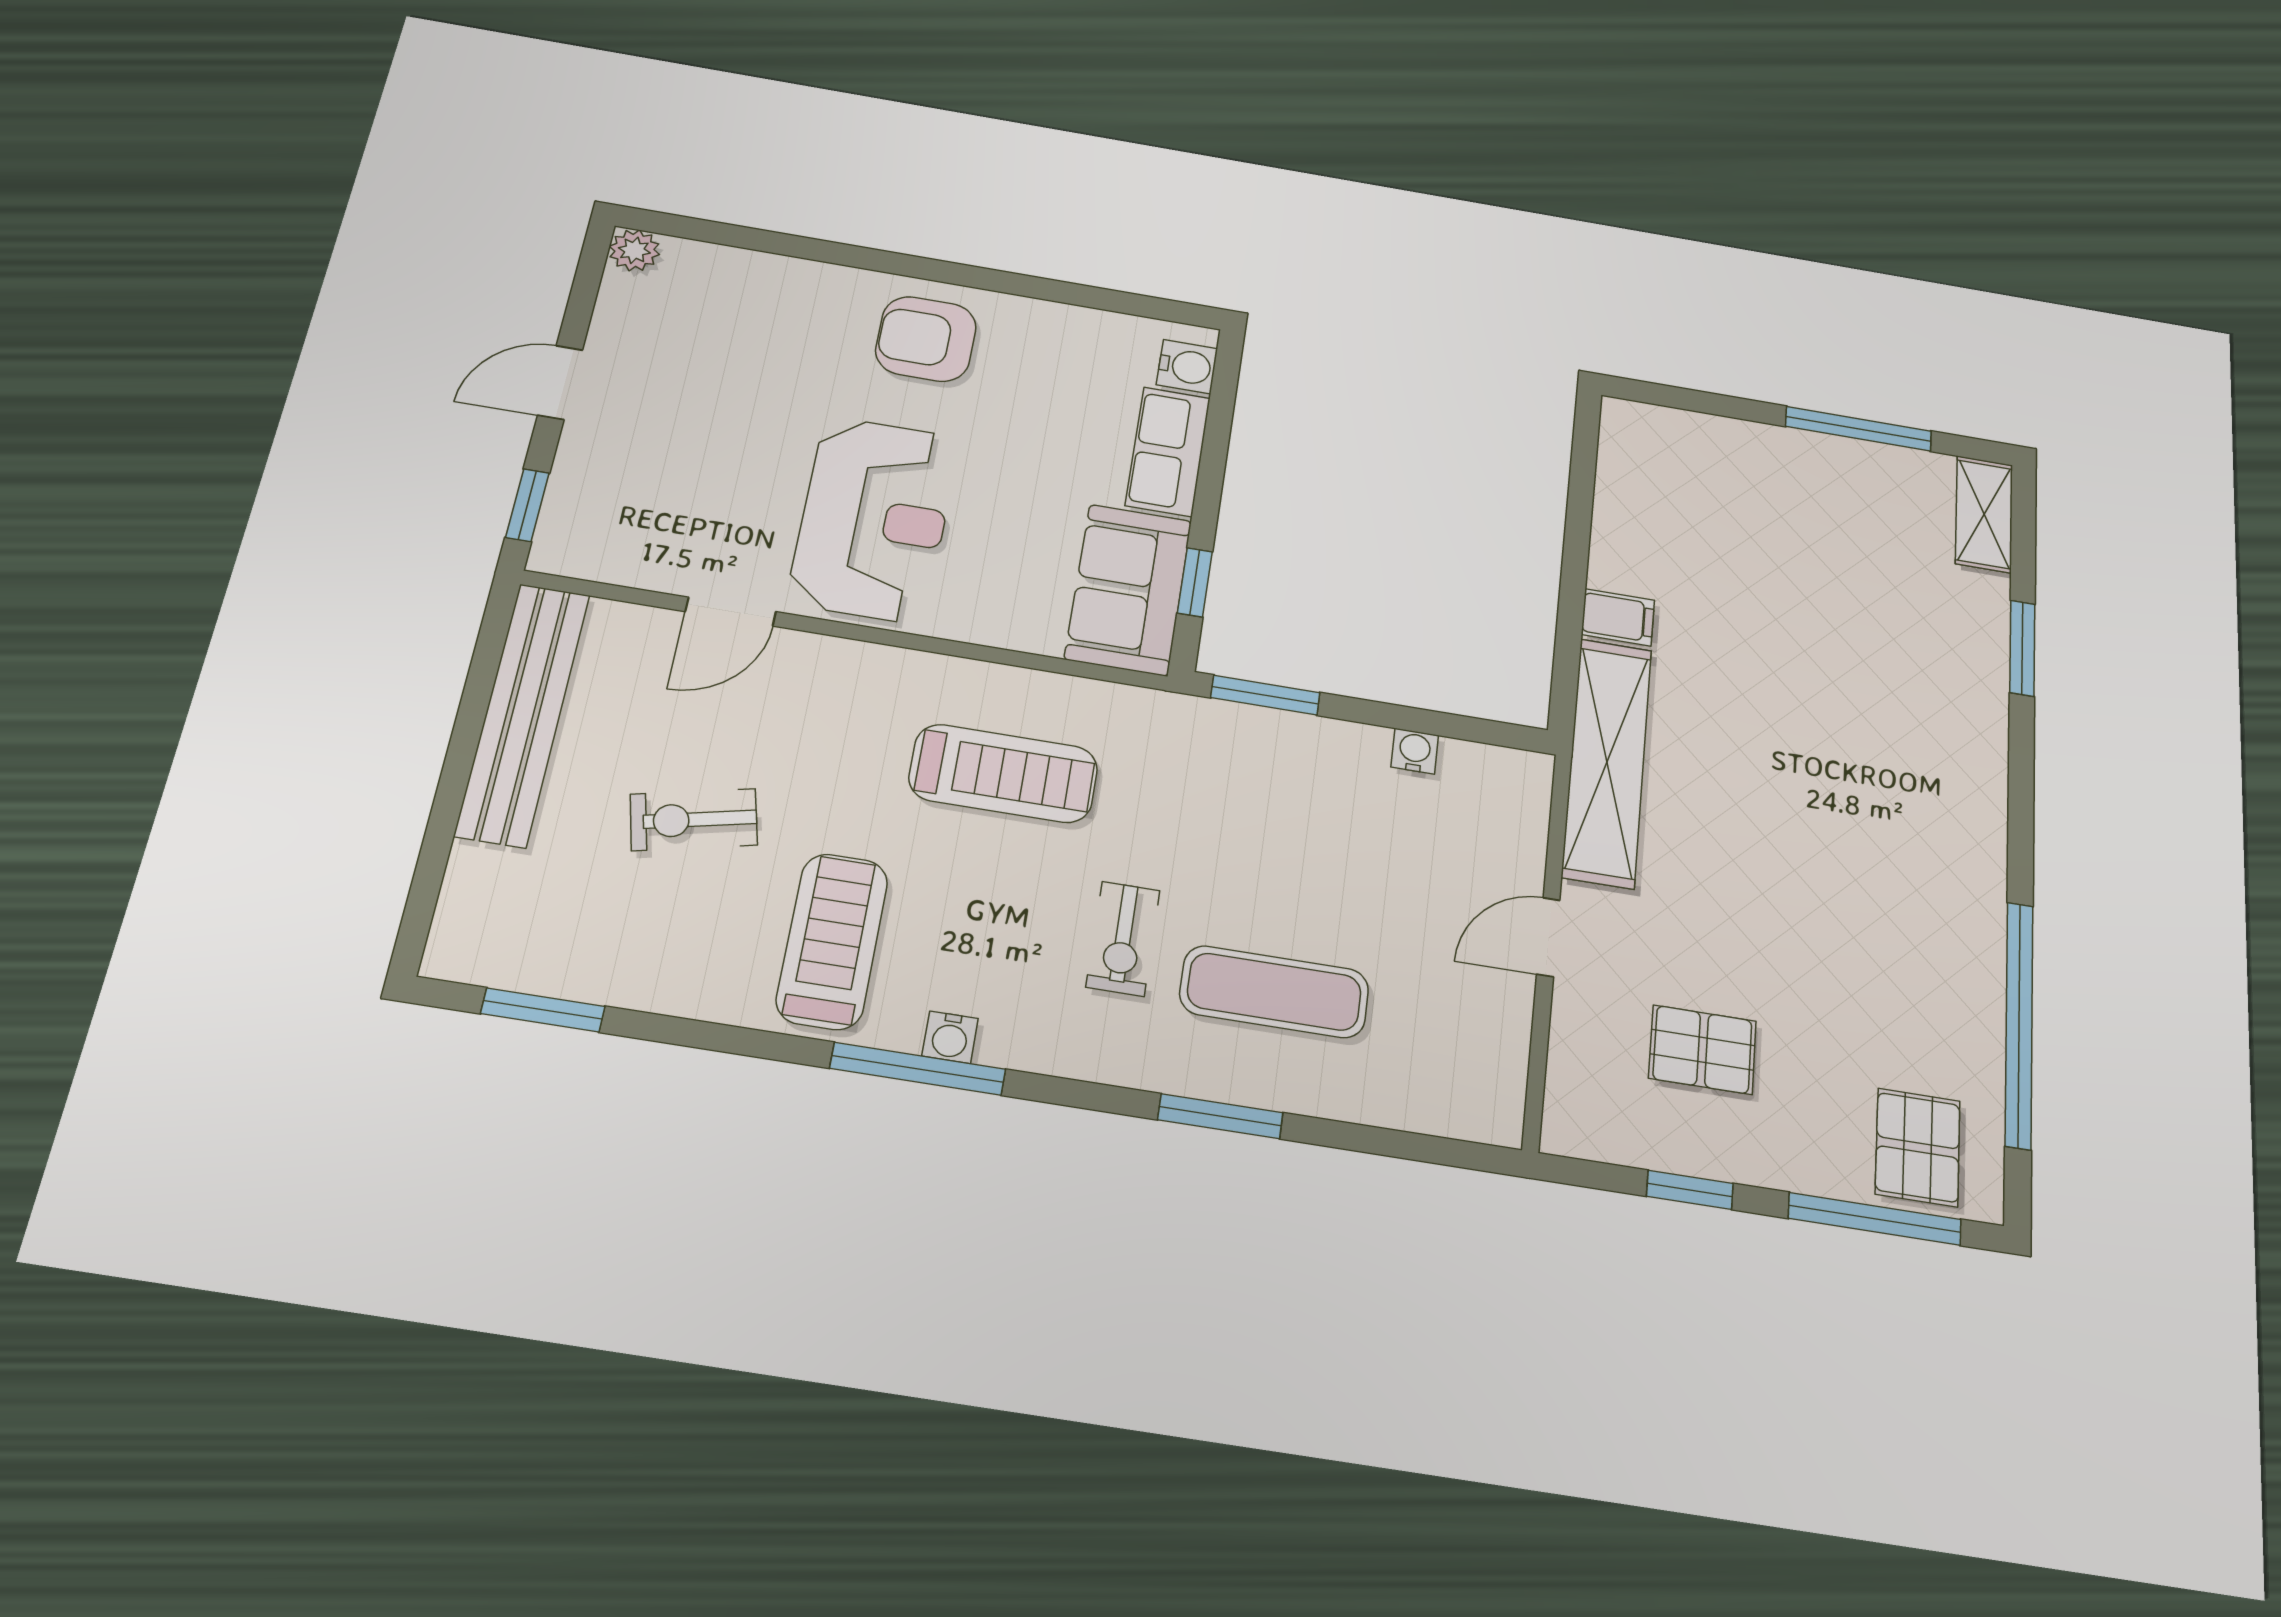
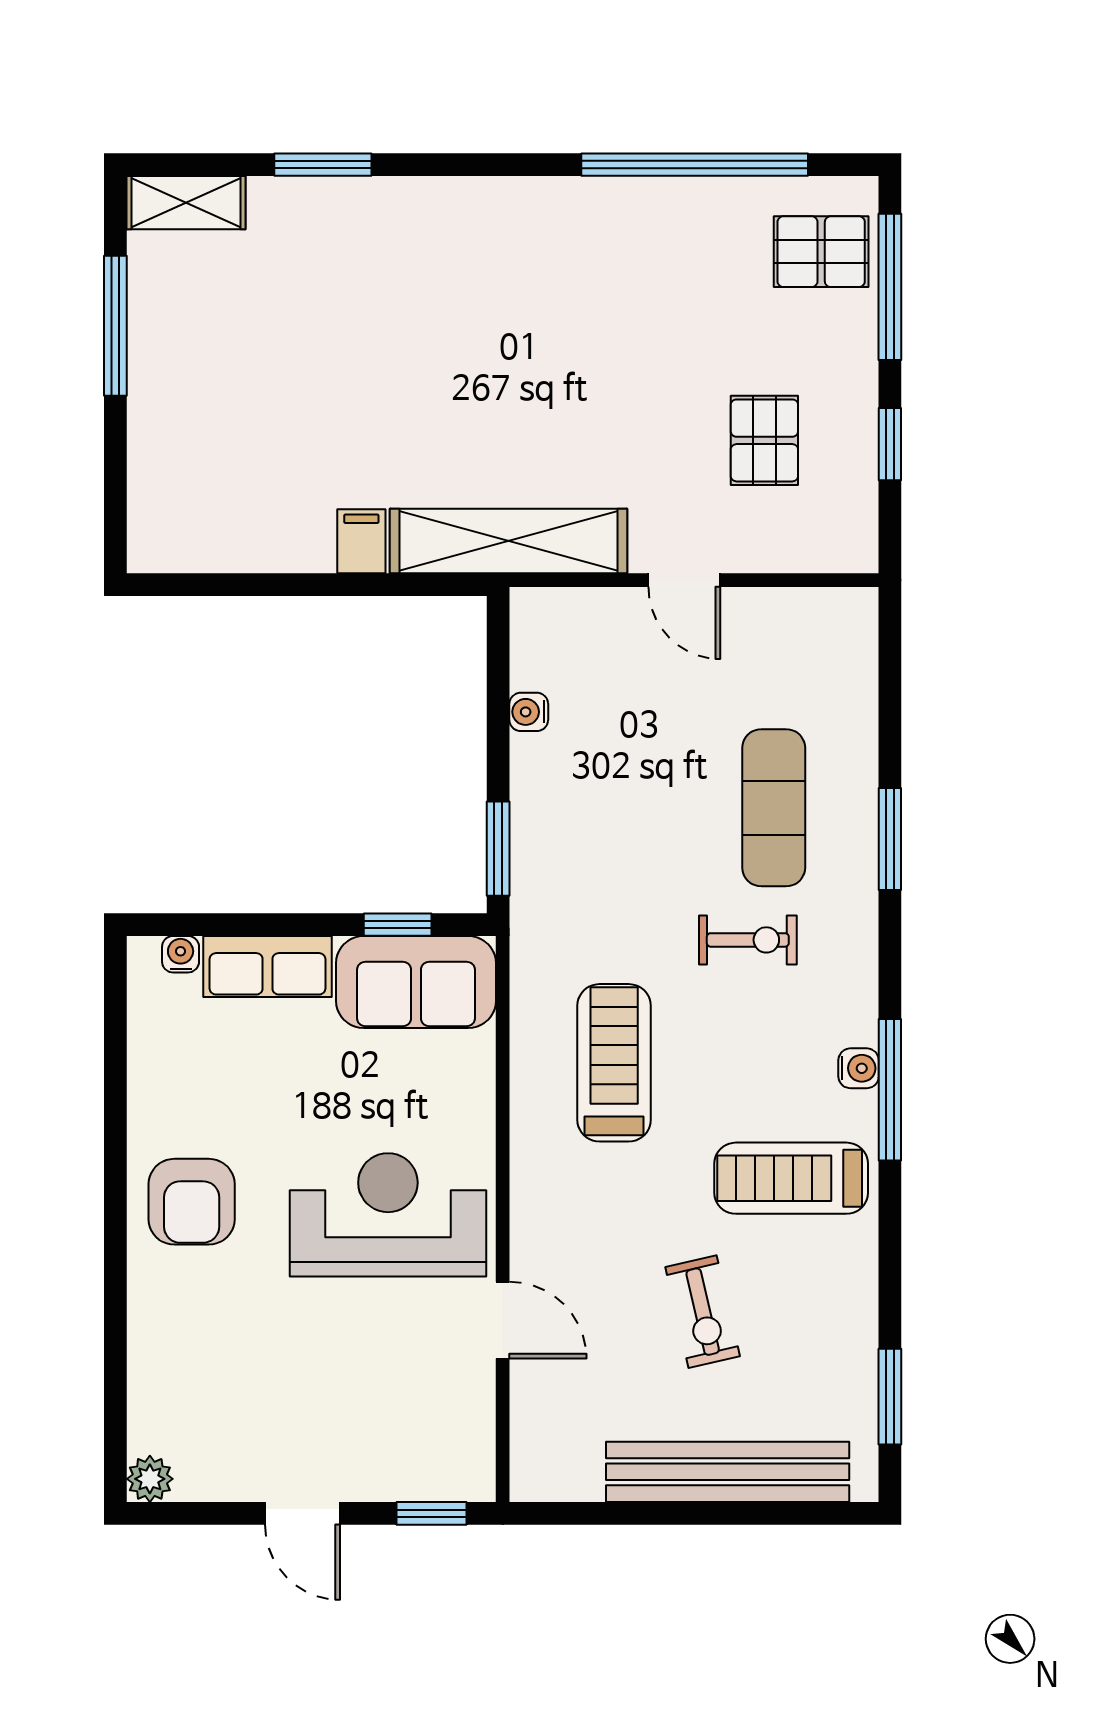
water cooler: (1187, 367) -> (181, 954), width x0.72, depth x0.72
bench: (523, 714) -> (728, 1472), moved

